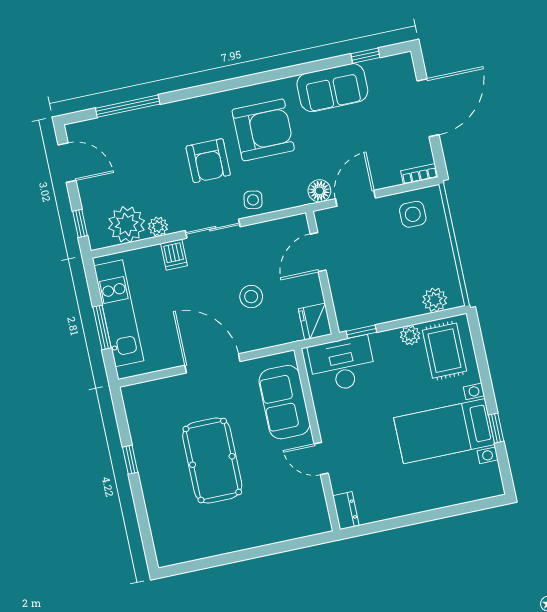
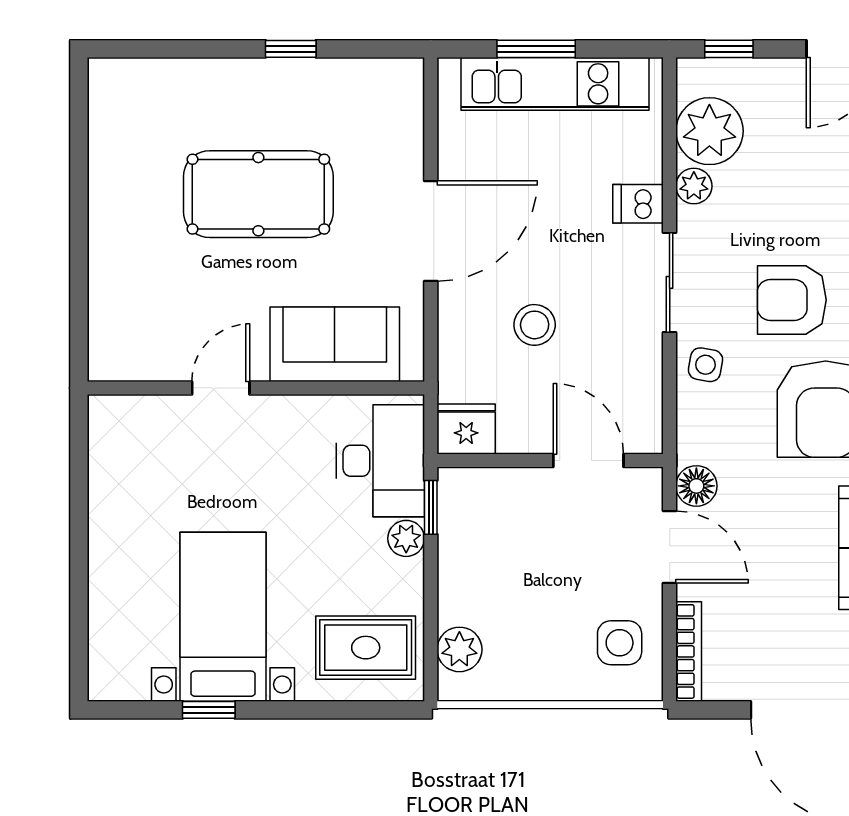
bookcase: (419, 174) -> (689, 651), width x1.56
plant: (410, 335) -> (406, 538), moved
dresser: (346, 511) -> (119, 412), removed

